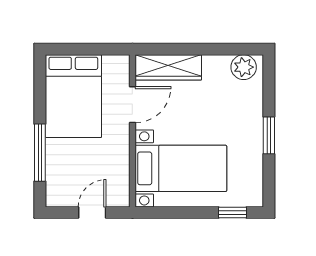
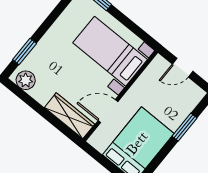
window: (269, 135) -> (25, 52), moved
window: (40, 153) -> (185, 127), width x0.69

